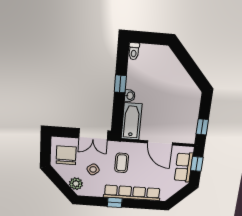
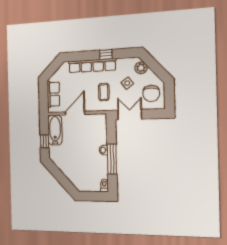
window: (120, 84) -> (112, 159), width x2.17
bathtub: (132, 121) -> (55, 130), moved, turned 180
window: (202, 127) -> (44, 141), moved
door: (160, 143) -> (75, 113), hinge flipped
window: (197, 164) -> (43, 98), removed

